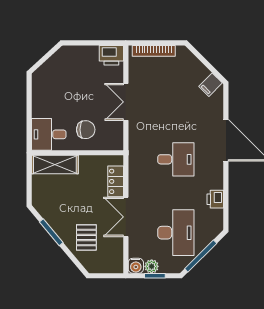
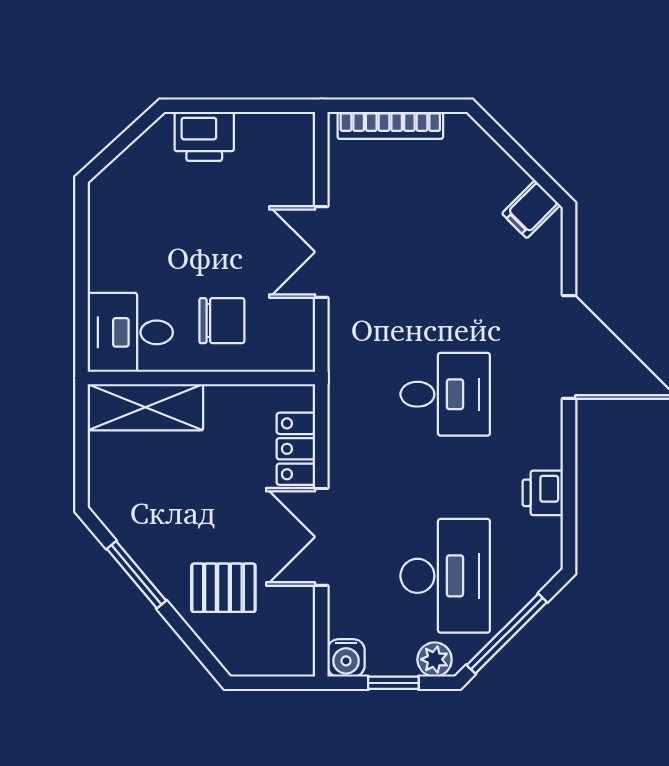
printer: (111, 55) -> (204, 136), moved
pallet: (86, 237) -> (223, 588), turned 90
plant: (152, 266) -> (435, 659), moved

